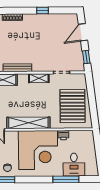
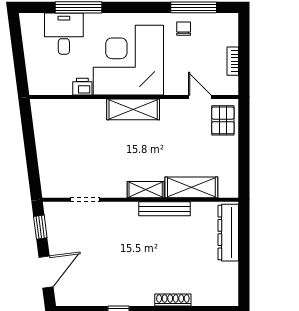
shelving: (39, 78) -> (146, 190), moved
pallet: (73, 106) -> (66, 139), removed
shelving: (28, 123) -> (133, 109), width x0.68

